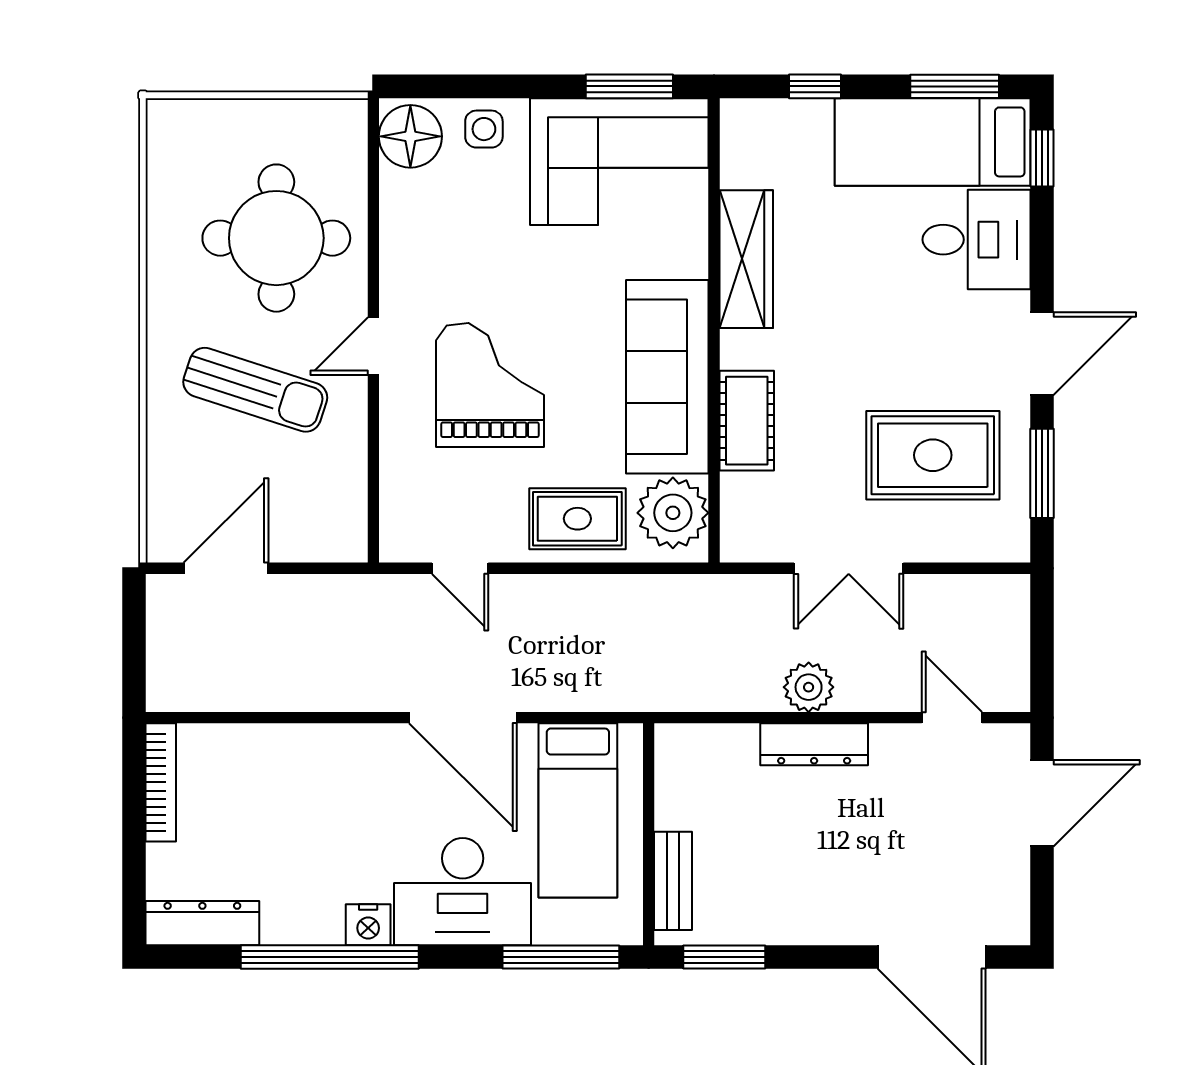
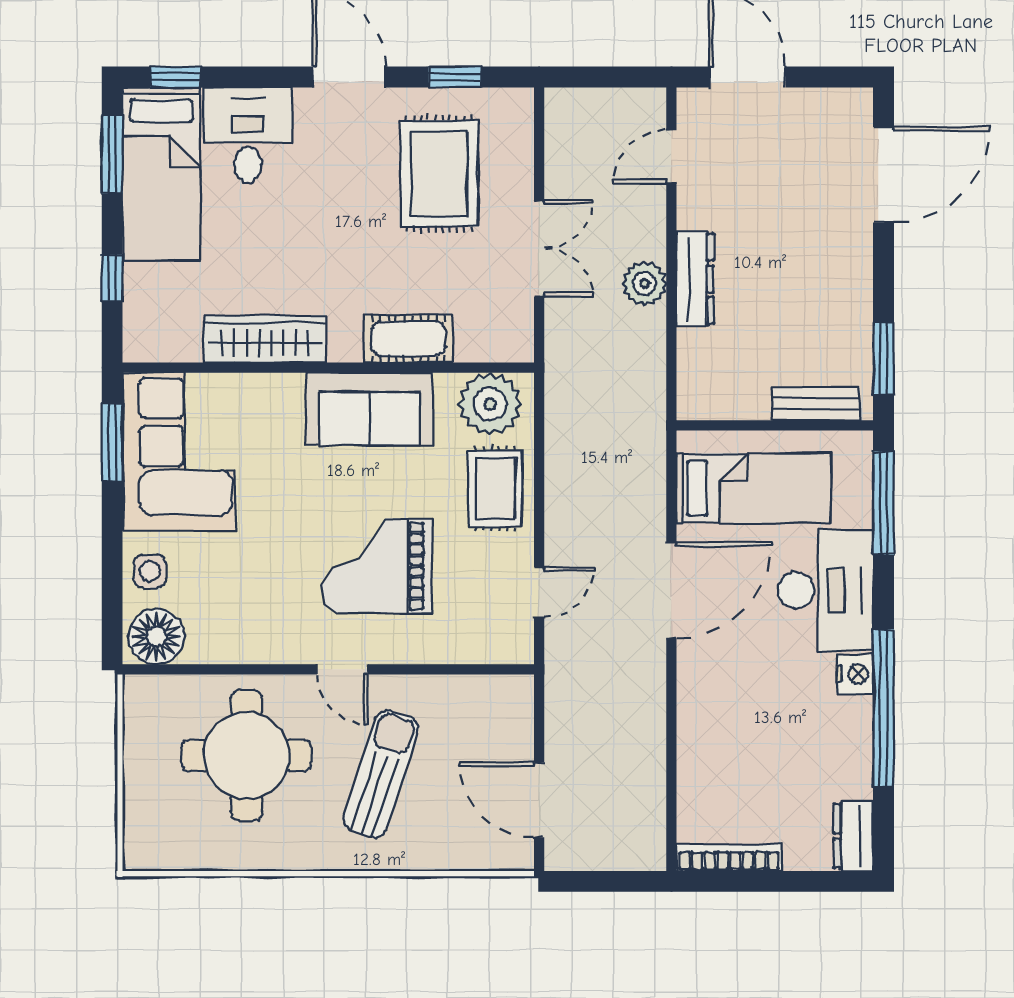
sofa: (667, 377) -> (369, 409), width x0.73
window: (1042, 473) -> (455, 77), width x0.67
dresser: (202, 923) -> (854, 836), width x0.70

